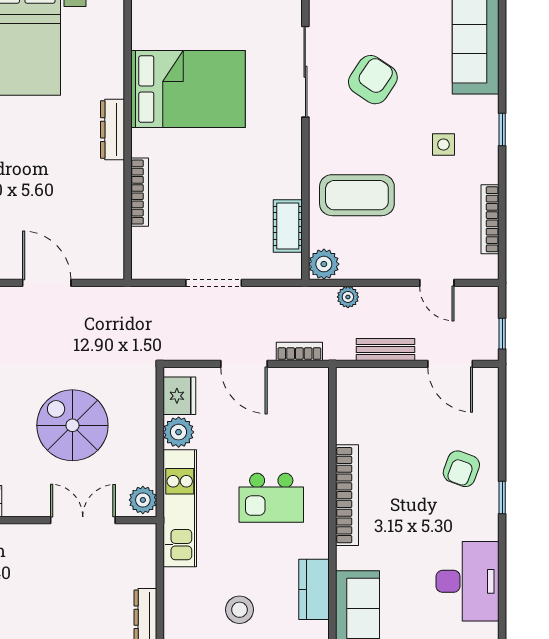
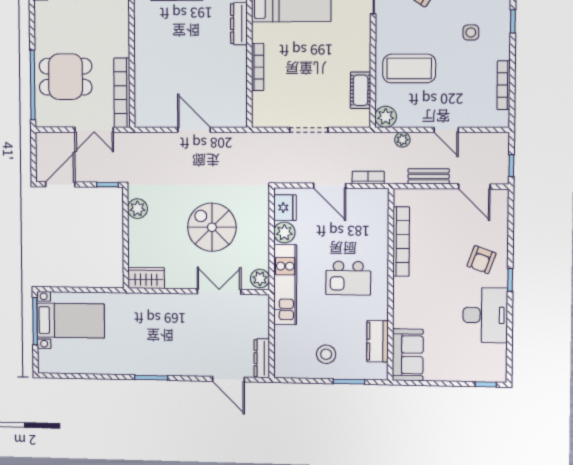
door: (437, 283) -> (446, 130), moved
bookcase: (347, 495) -> (401, 241), moved
desk: (468, 581) -> (485, 315), moved

